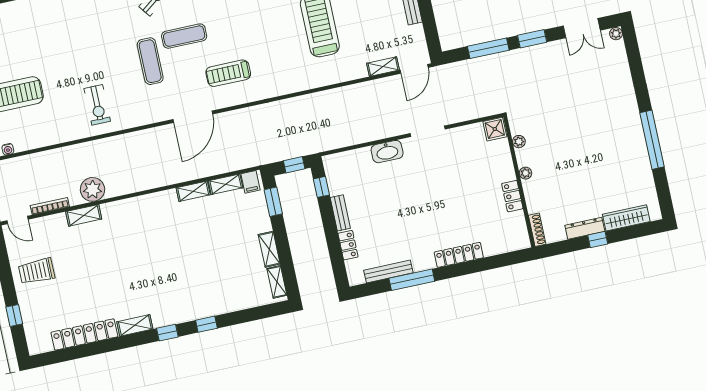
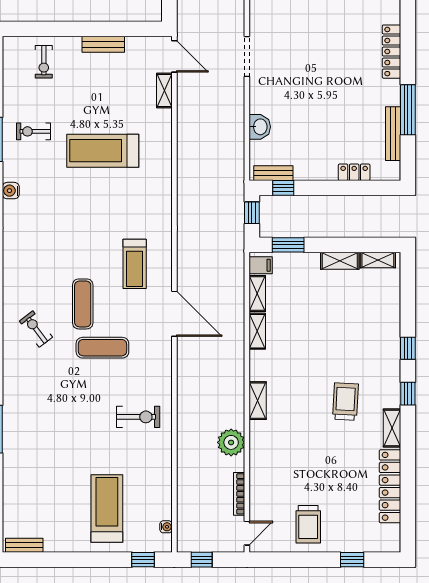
washbasin: (387, 152) -> (260, 127), moved, width x0.72
bench: (340, 213) -> (273, 173), moved
shelving: (84, 215) -> (258, 401), moved
trolley: (149, 280) -> (345, 402), added

